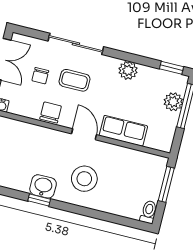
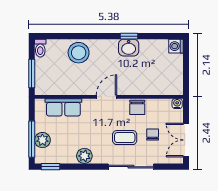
row of seats: (123, 131) -> (63, 107), moved
door: (84, 134) -> (107, 97), swing flipped
stool: (84, 179) -> (79, 53), moved

